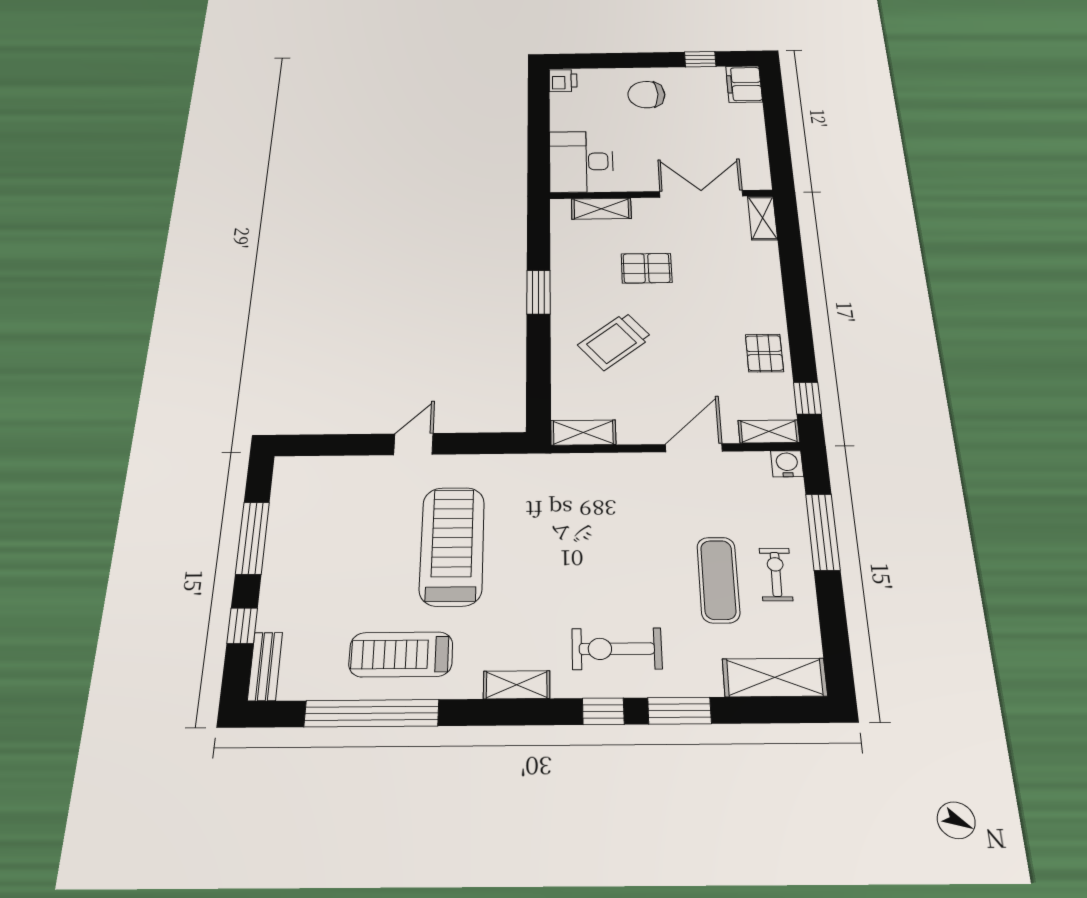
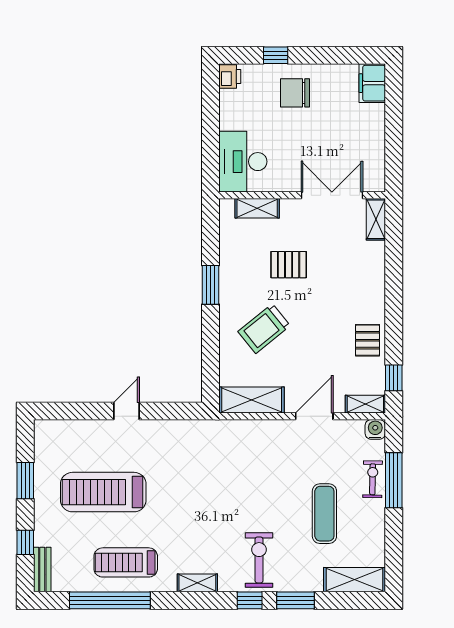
window: (700, 59) -> (276, 55), moved
shelving: (583, 432) -> (252, 400), width x1.50, depth x1.33
window: (252, 538) -> (25, 481), width x0.69
treadmill: (452, 546) -> (103, 492), moved, turned -90
exercise bike: (776, 574) -> (373, 479), moved
exercise bike: (617, 649) -> (259, 560), turned 90

